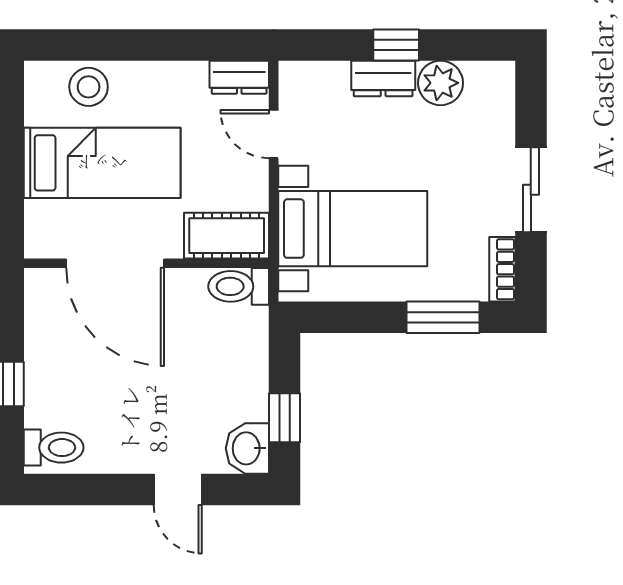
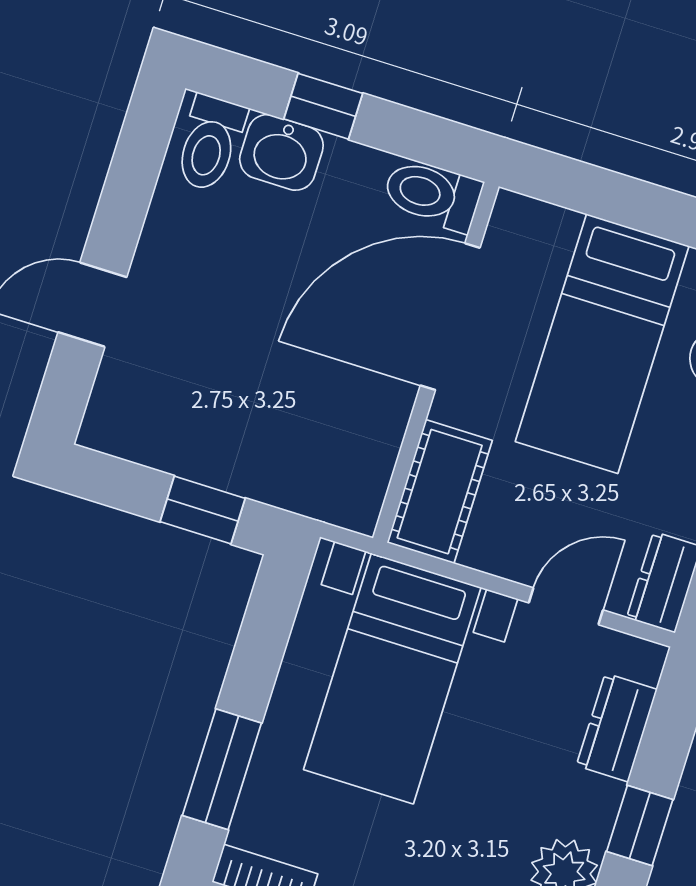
dresser: (383, 79) -> (617, 728), moved
toilet: (239, 286) -> (432, 195), moved, turned -90
window: (285, 418) -> (203, 510), moved
washbasin: (247, 448) -> (281, 152), moved, turned 180

